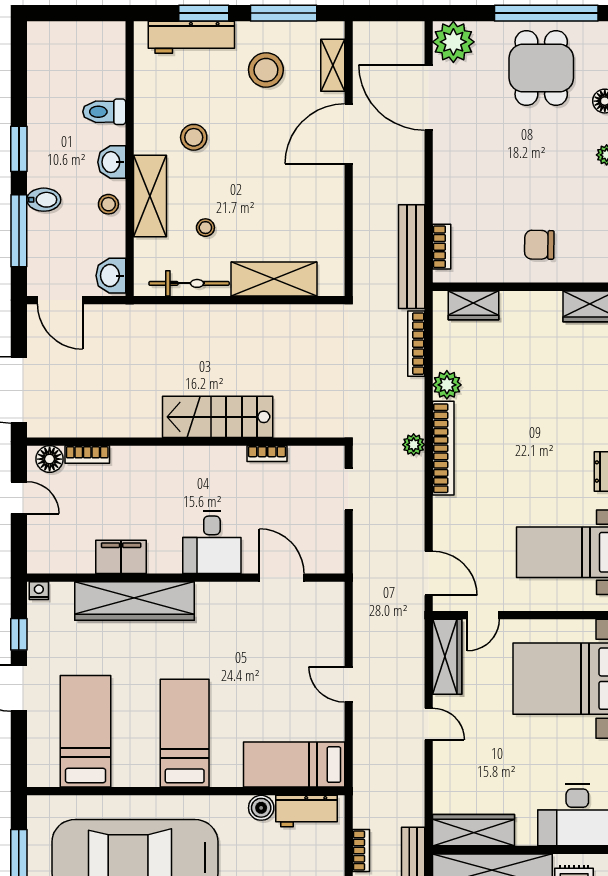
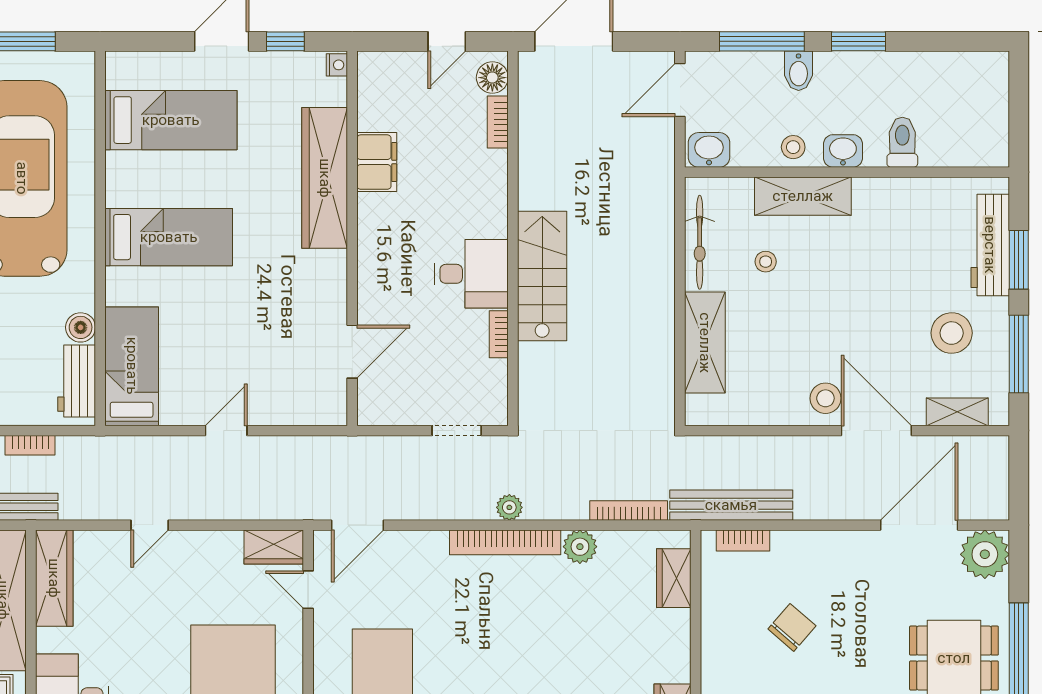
stool: (194, 137) -> (825, 398), moved
chair: (539, 245) -> (792, 627), moved, turned 40
desk: (212, 542) -> (471, 274), moved, turned 180
wardrobe: (447, 657) -> (274, 547), width x0.67
door: (429, 724) -> (150, 525), moved

